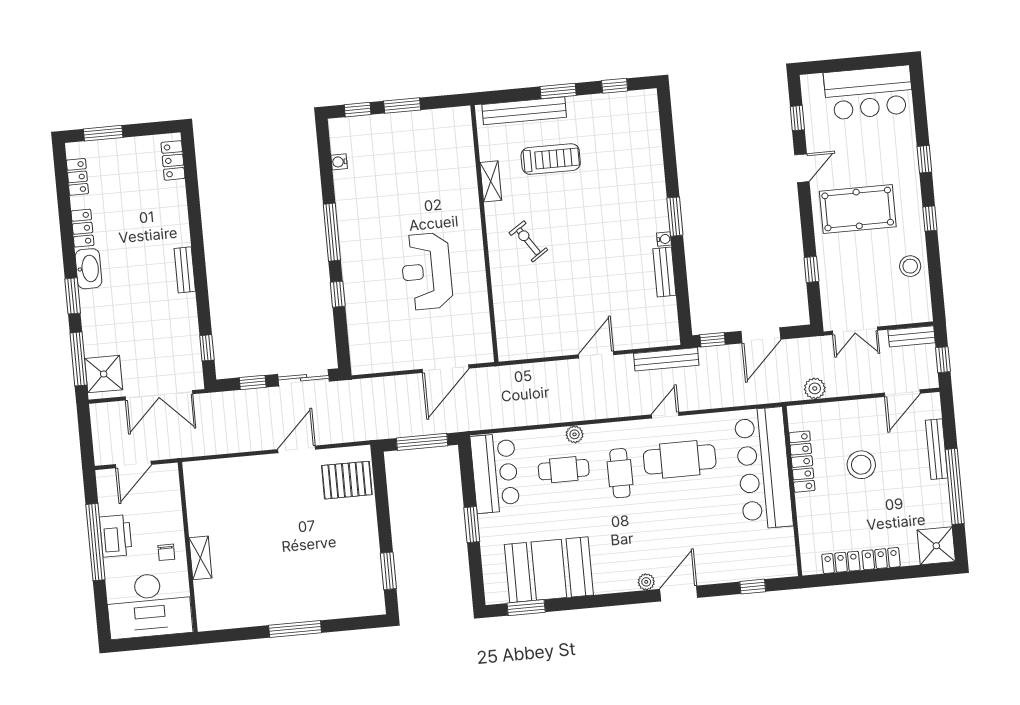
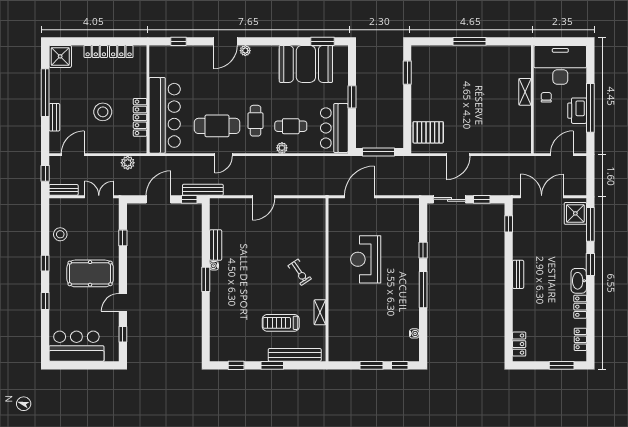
reception desk: (427, 271) -> (366, 259), turned 180
bench: (666, 359) -> (203, 190), moved
bench: (937, 449) -> (54, 117), width x0.73

